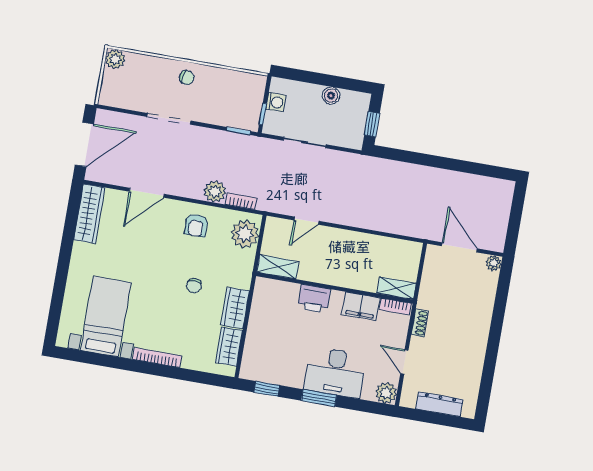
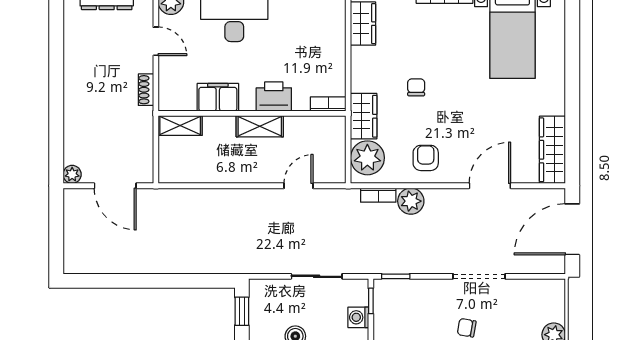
shelving: (278, 267) -> (260, 126), moved
bookcase: (395, 306) -> (328, 104), moved
wardrobe: (235, 308) -> (364, 116), moved

